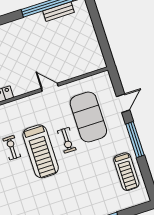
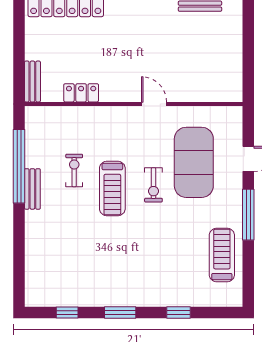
treadmill: (41, 151) -> (112, 189), width x0.73, depth x0.73
treadmill: (126, 172) -> (222, 255), turned 180

